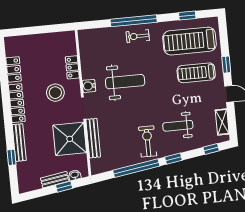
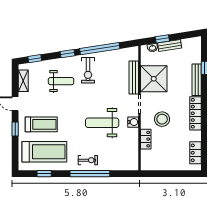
locker: (14, 69) -> (195, 153), moved

